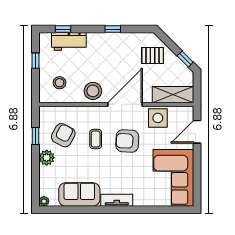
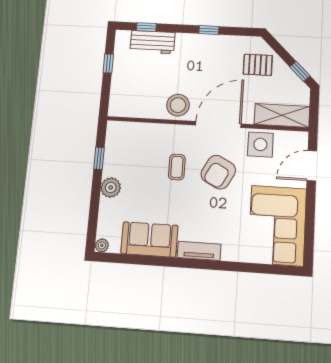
stool: (60, 83) -> (136, 92), removed
armchair: (63, 135) -> (135, 159), removed
armchair: (127, 141) -> (218, 172), turned -65

